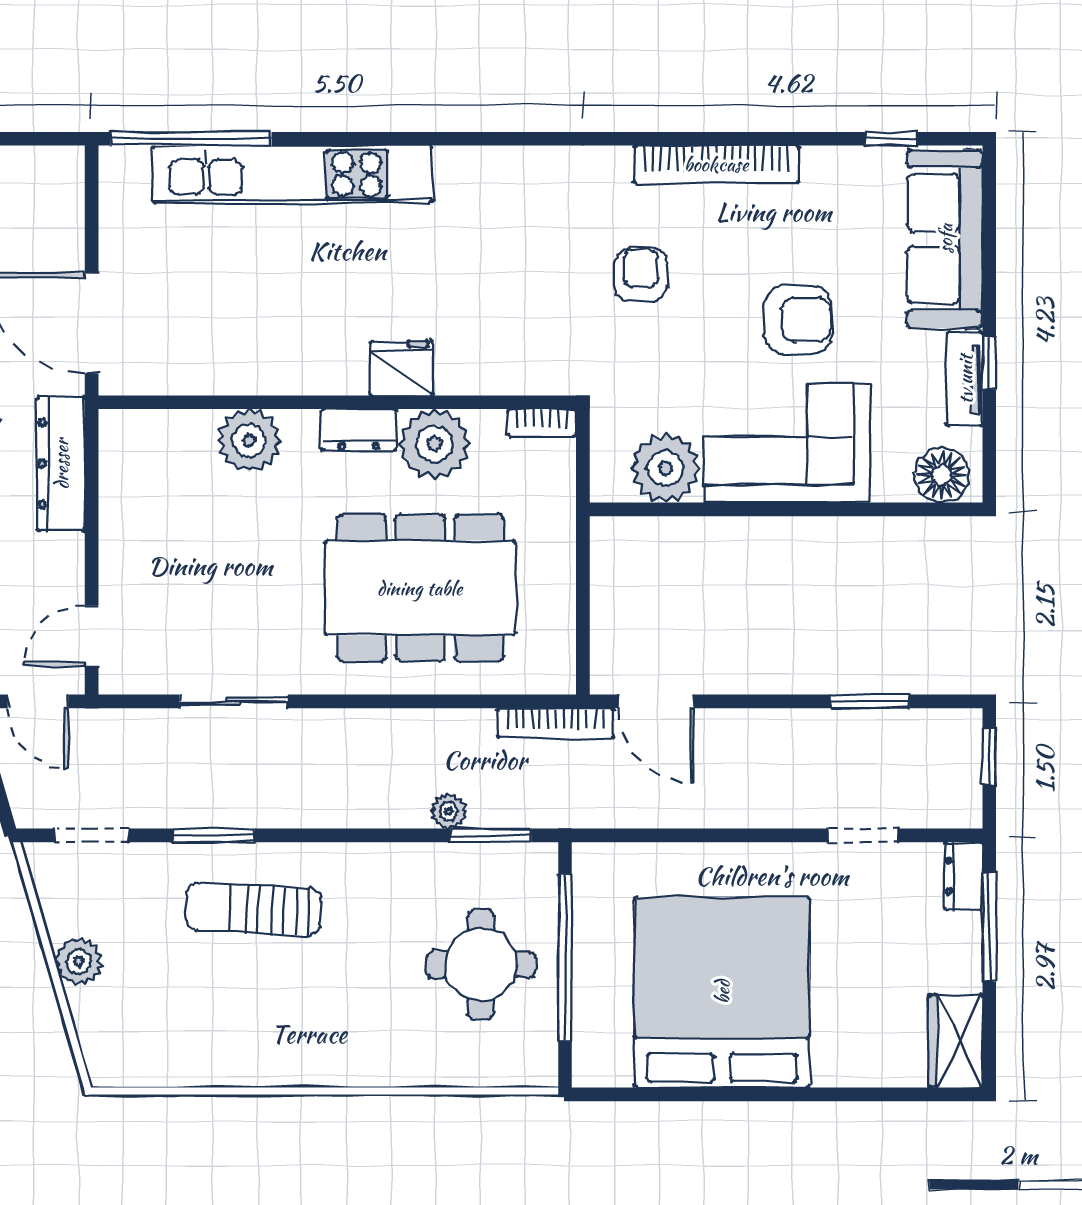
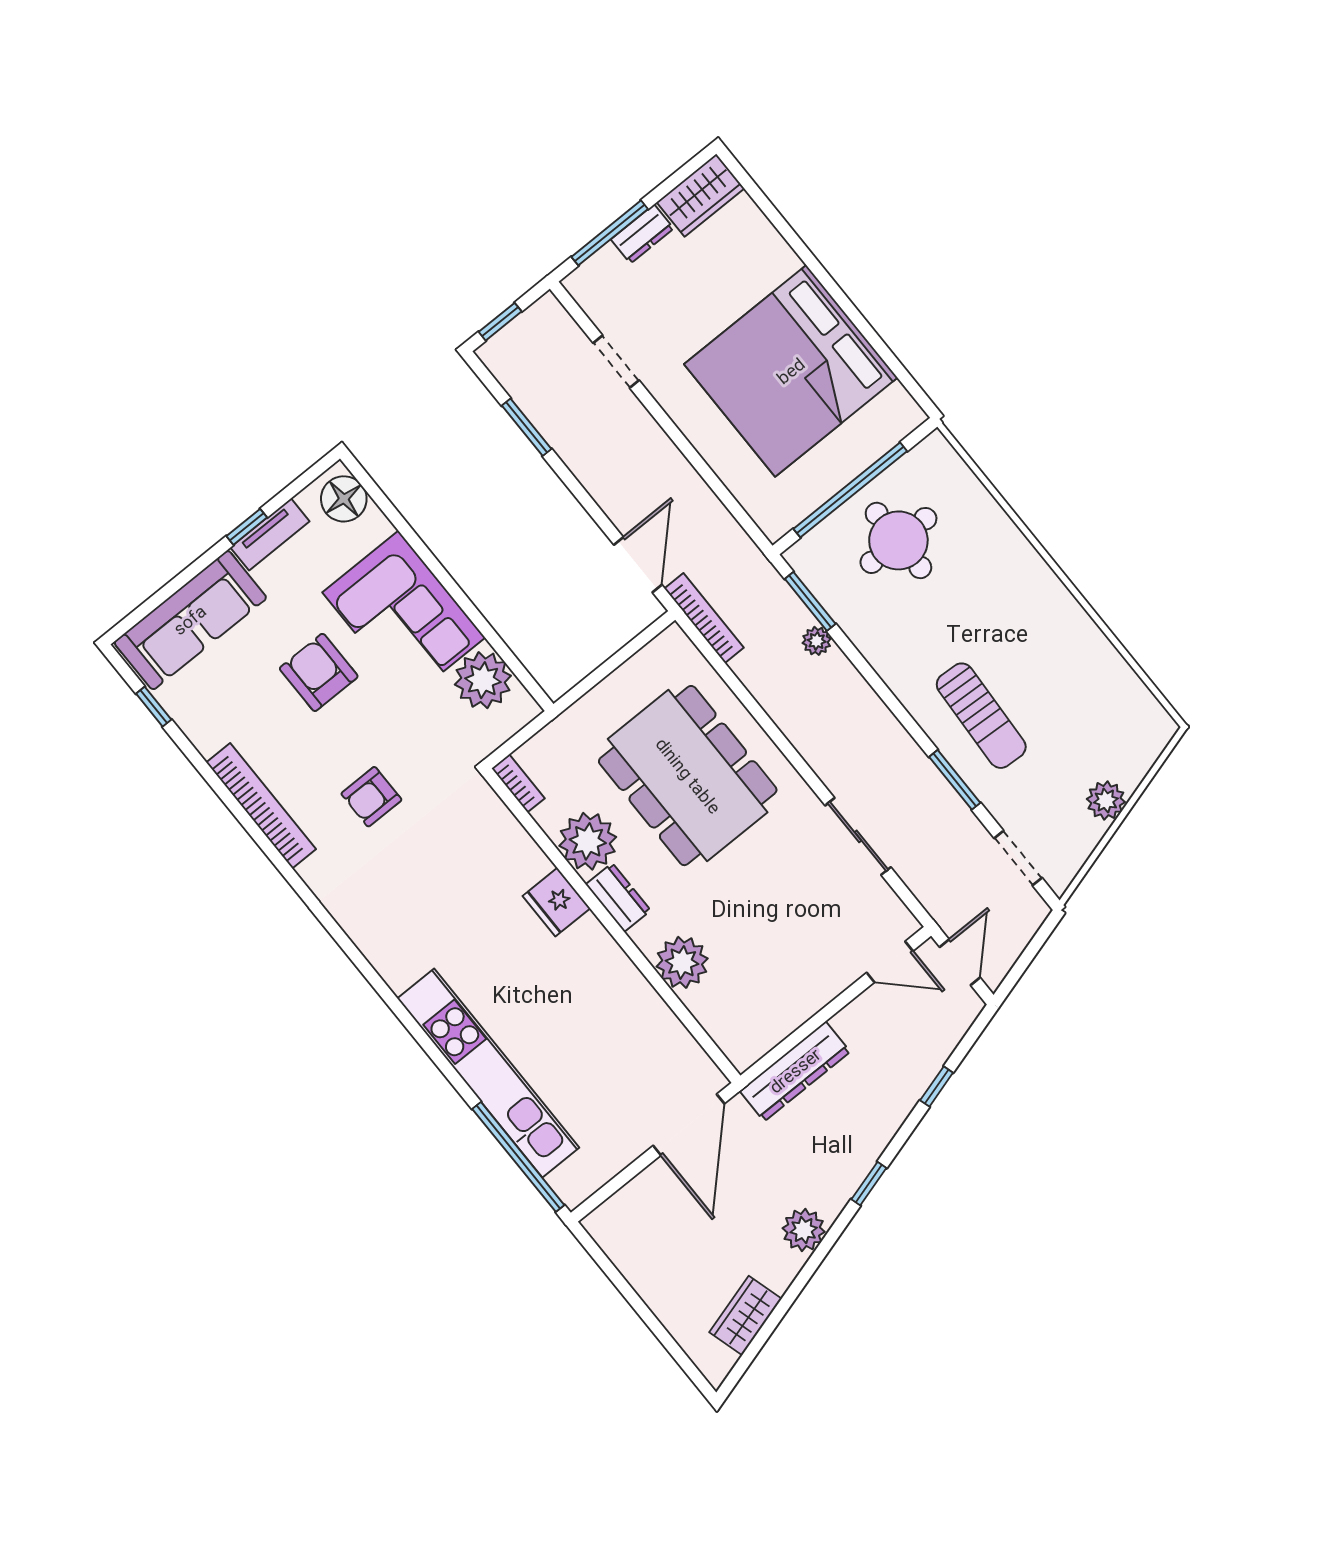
dresser: (964, 876) -> (642, 234), moved

